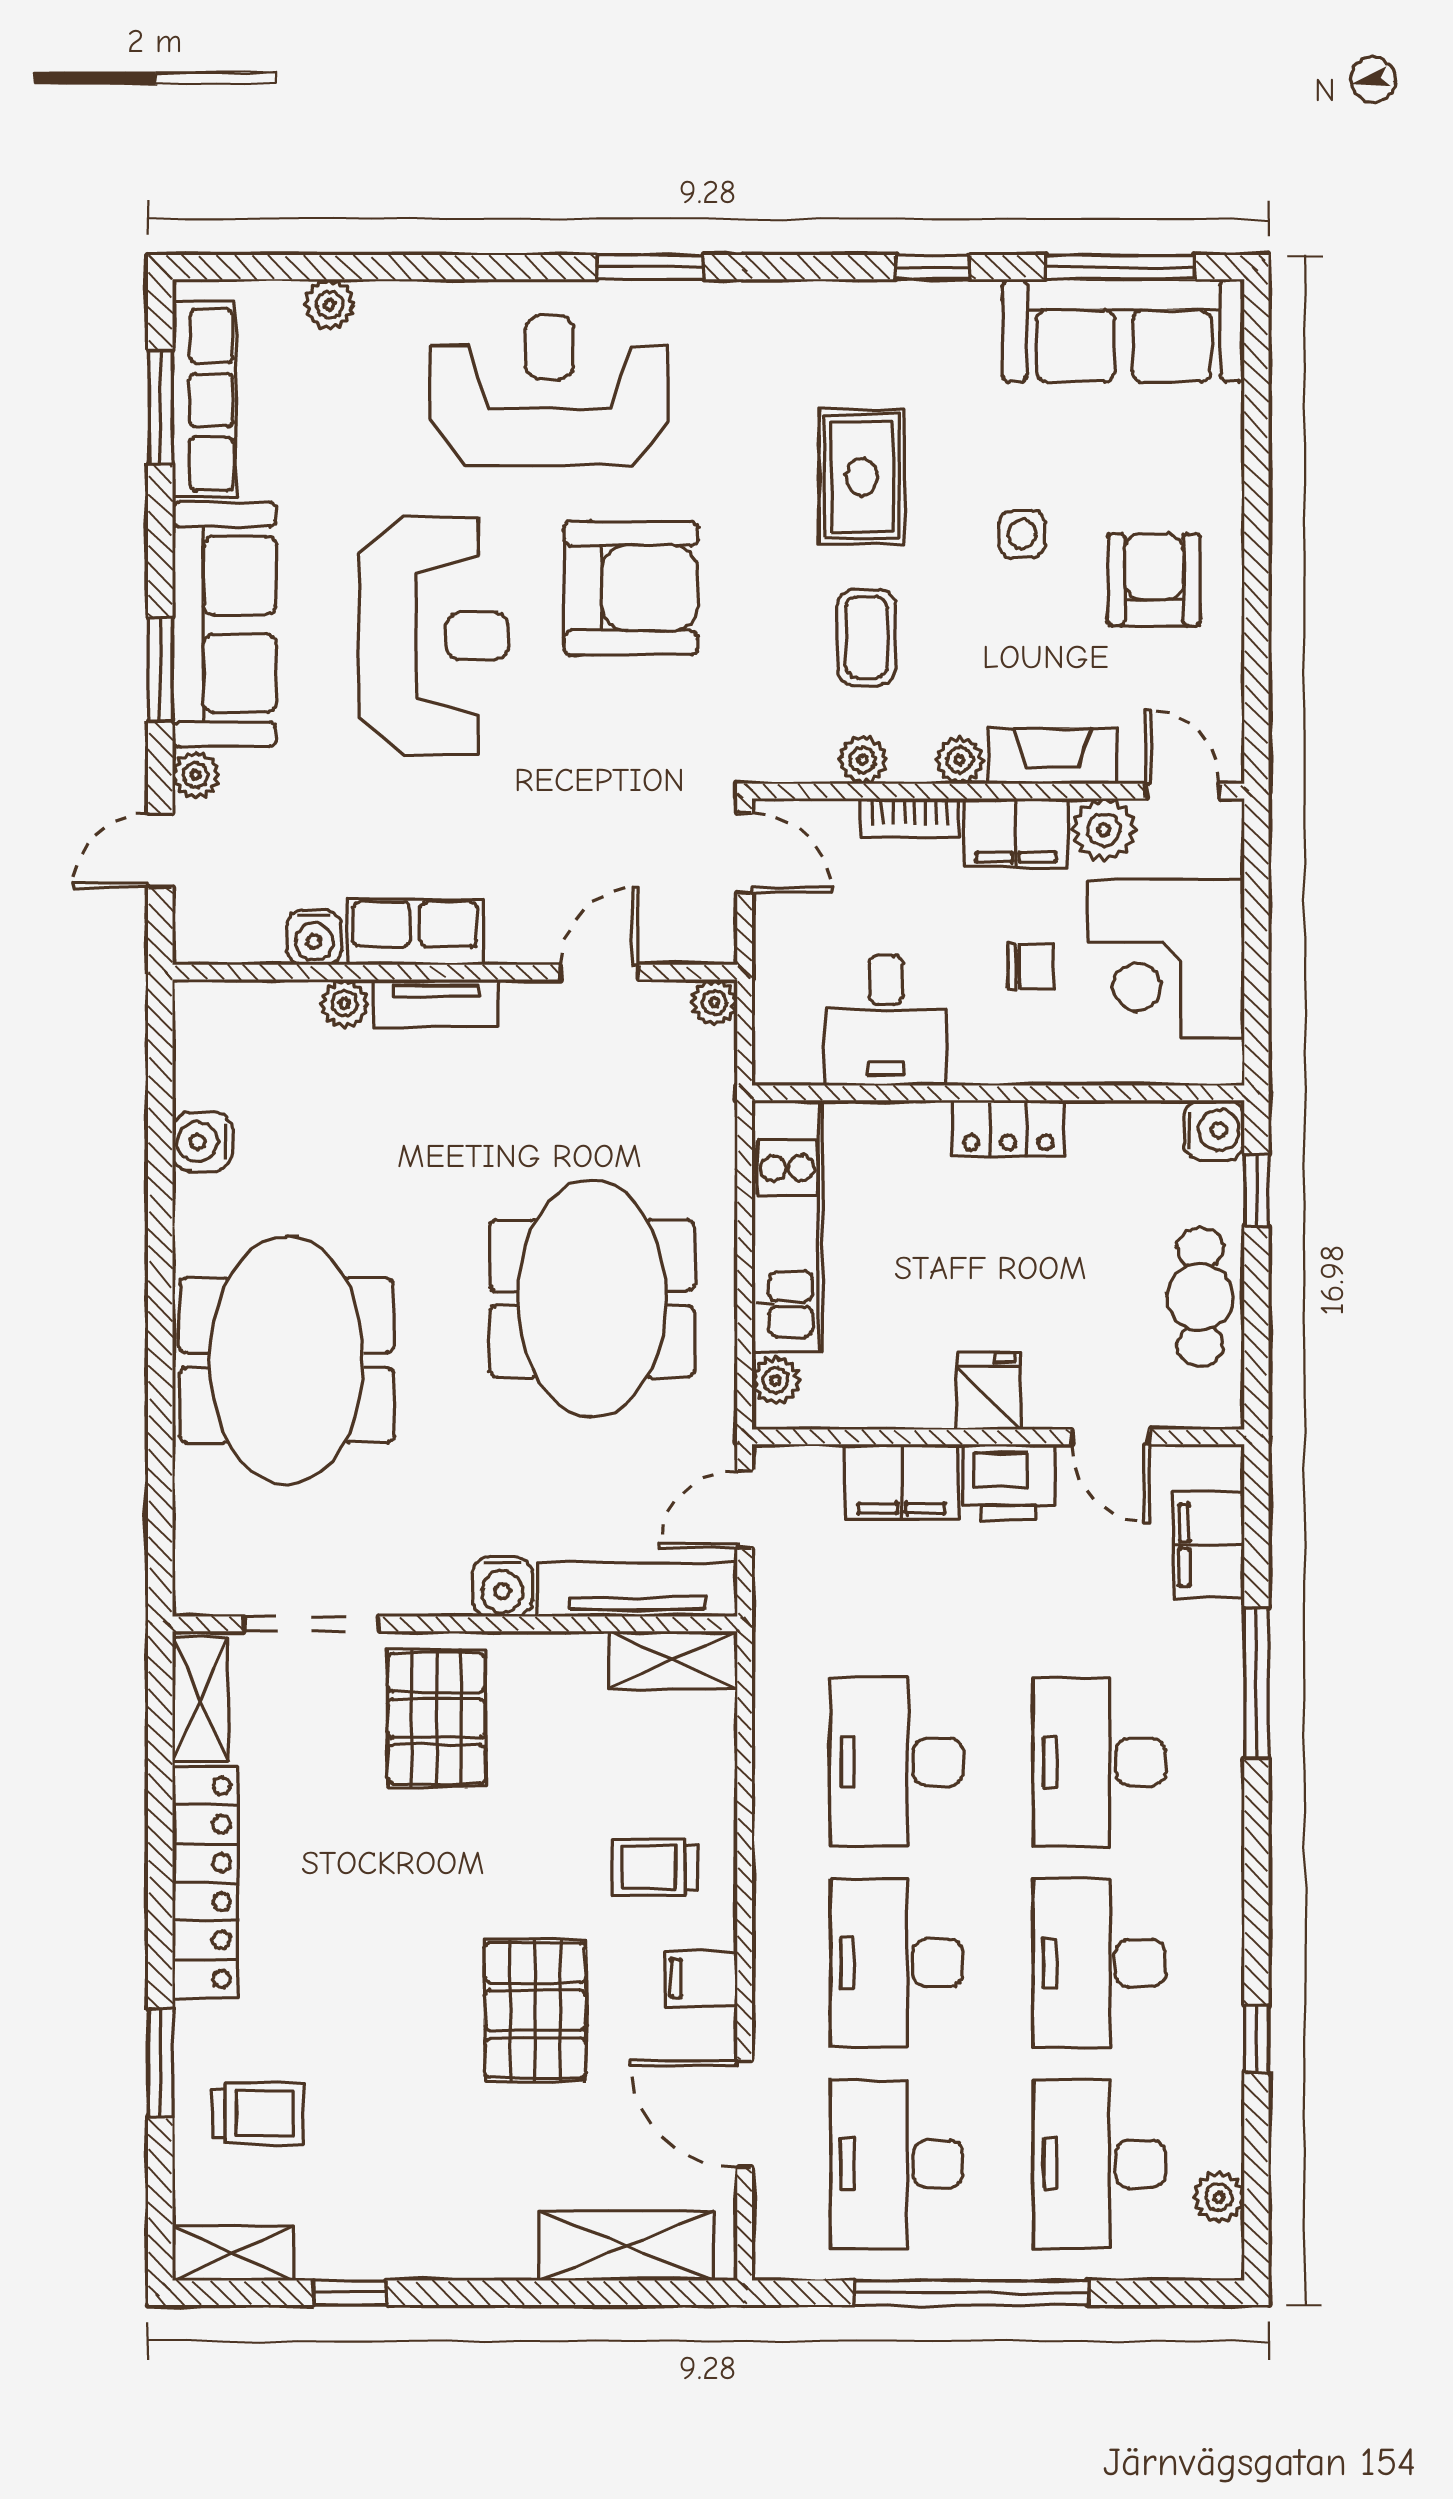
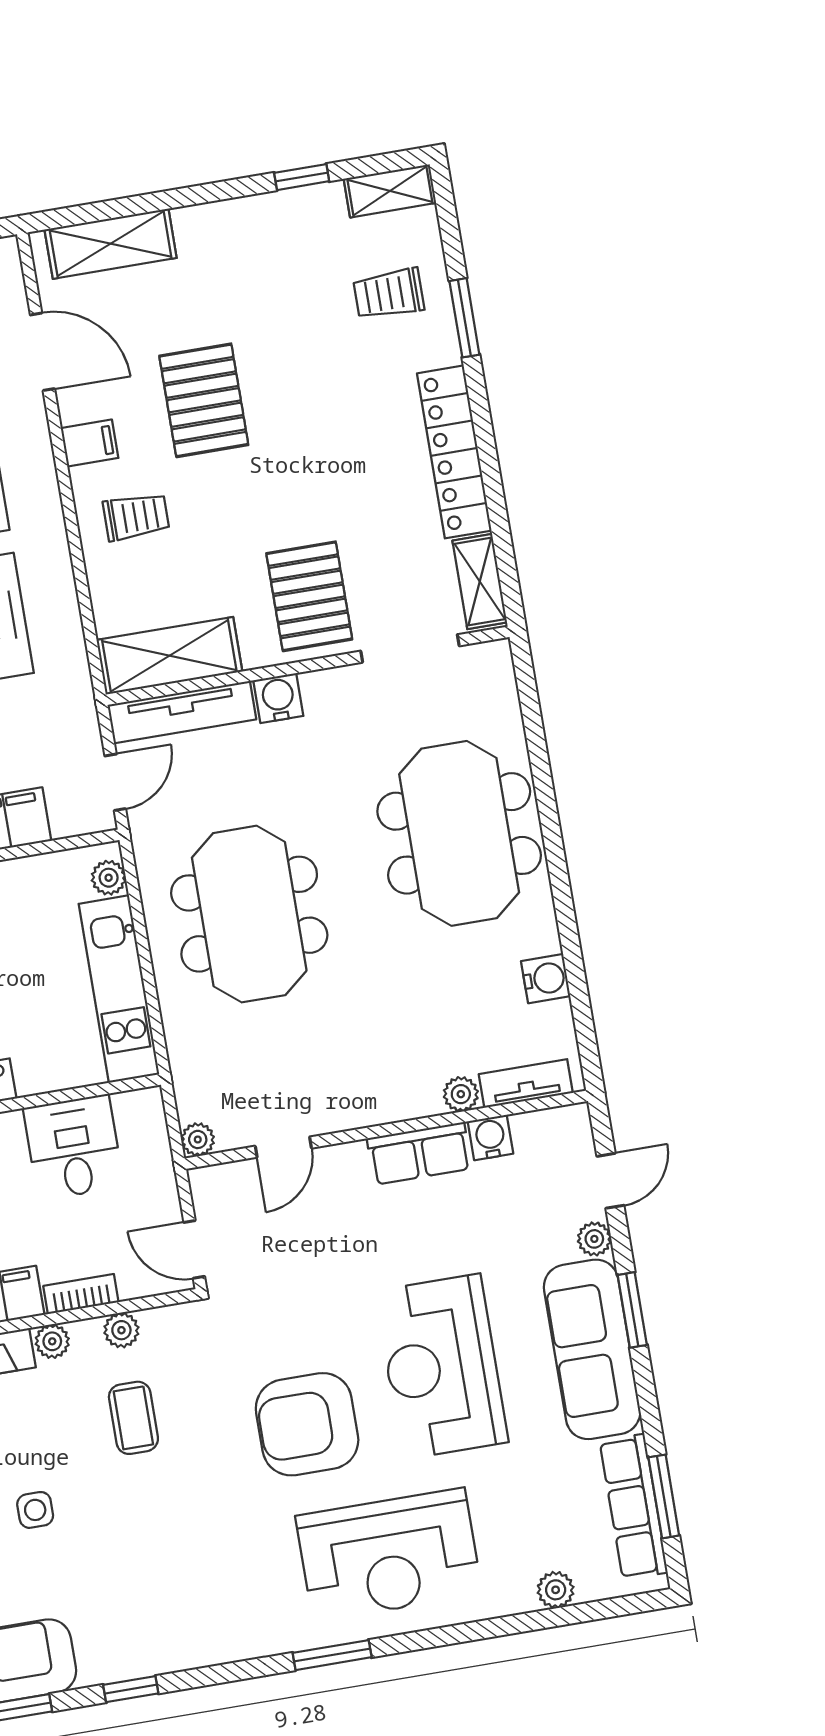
rug: (862, 477) -> (156, 1531), removed
tv unit: (436, 1003) -> (526, 1083), moved
shelving: (673, 1660) -> (169, 656), width x1.50, depth x1.33

